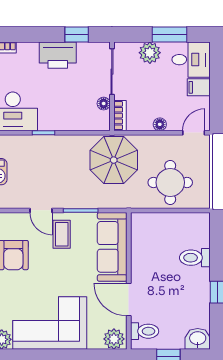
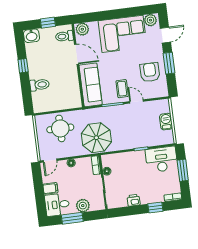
window: (77, 35) -> (155, 208), moved
printer: (58, 55) -> (134, 200), width x0.53, depth x0.68

